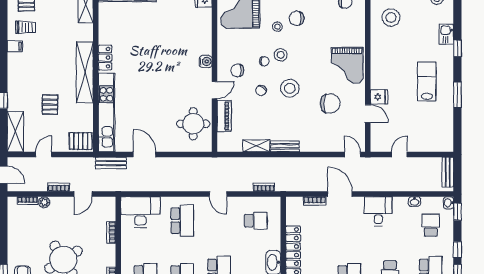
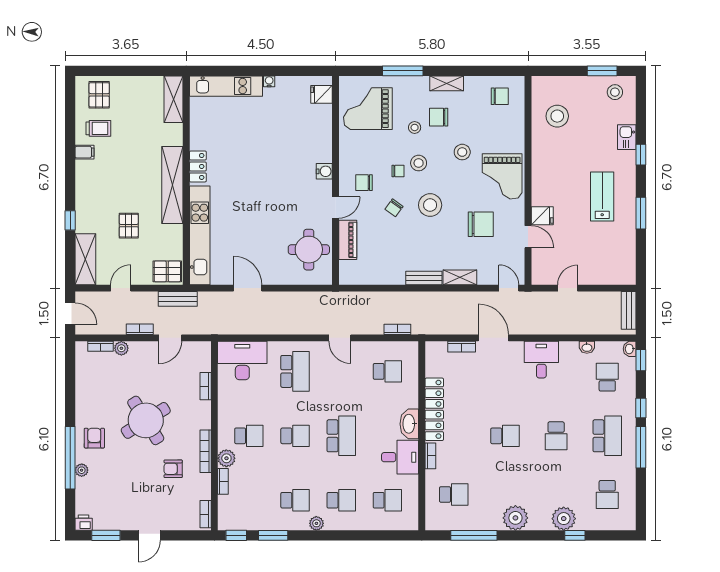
stool: (315, 46) -> (462, 152), added
shelving: (256, 146) -> (460, 277), moved
bench: (111, 163) -> (178, 299), moved

